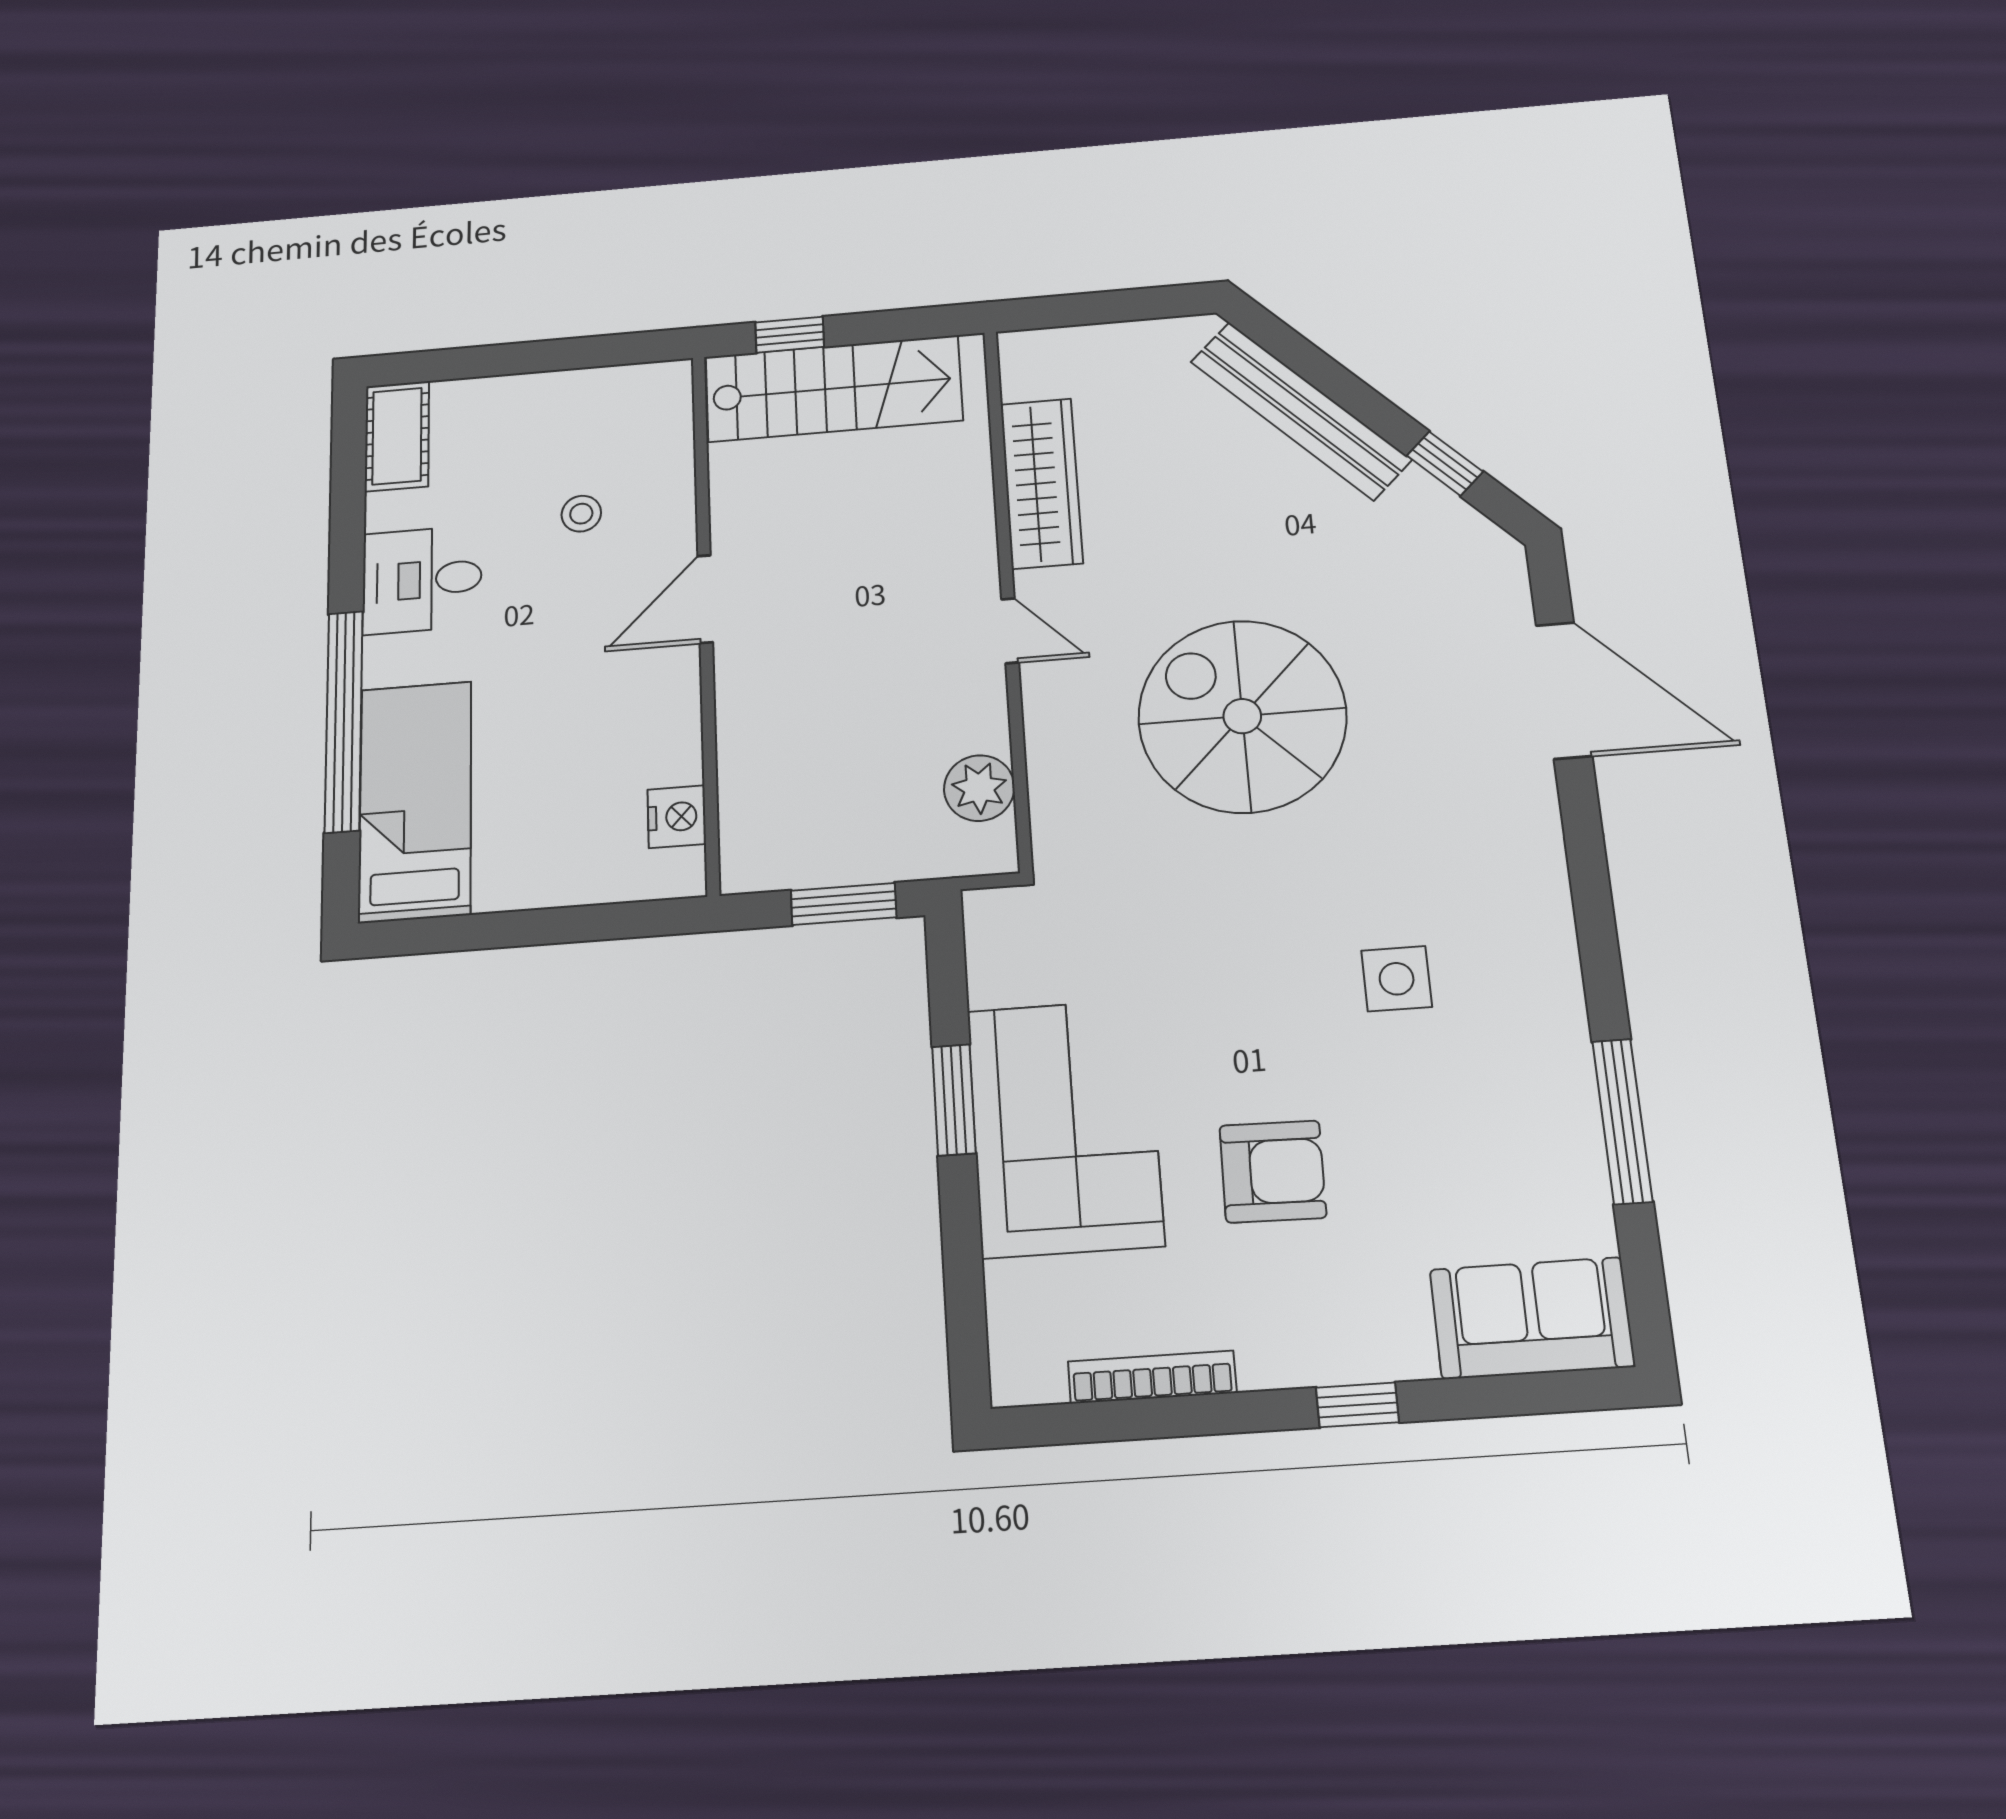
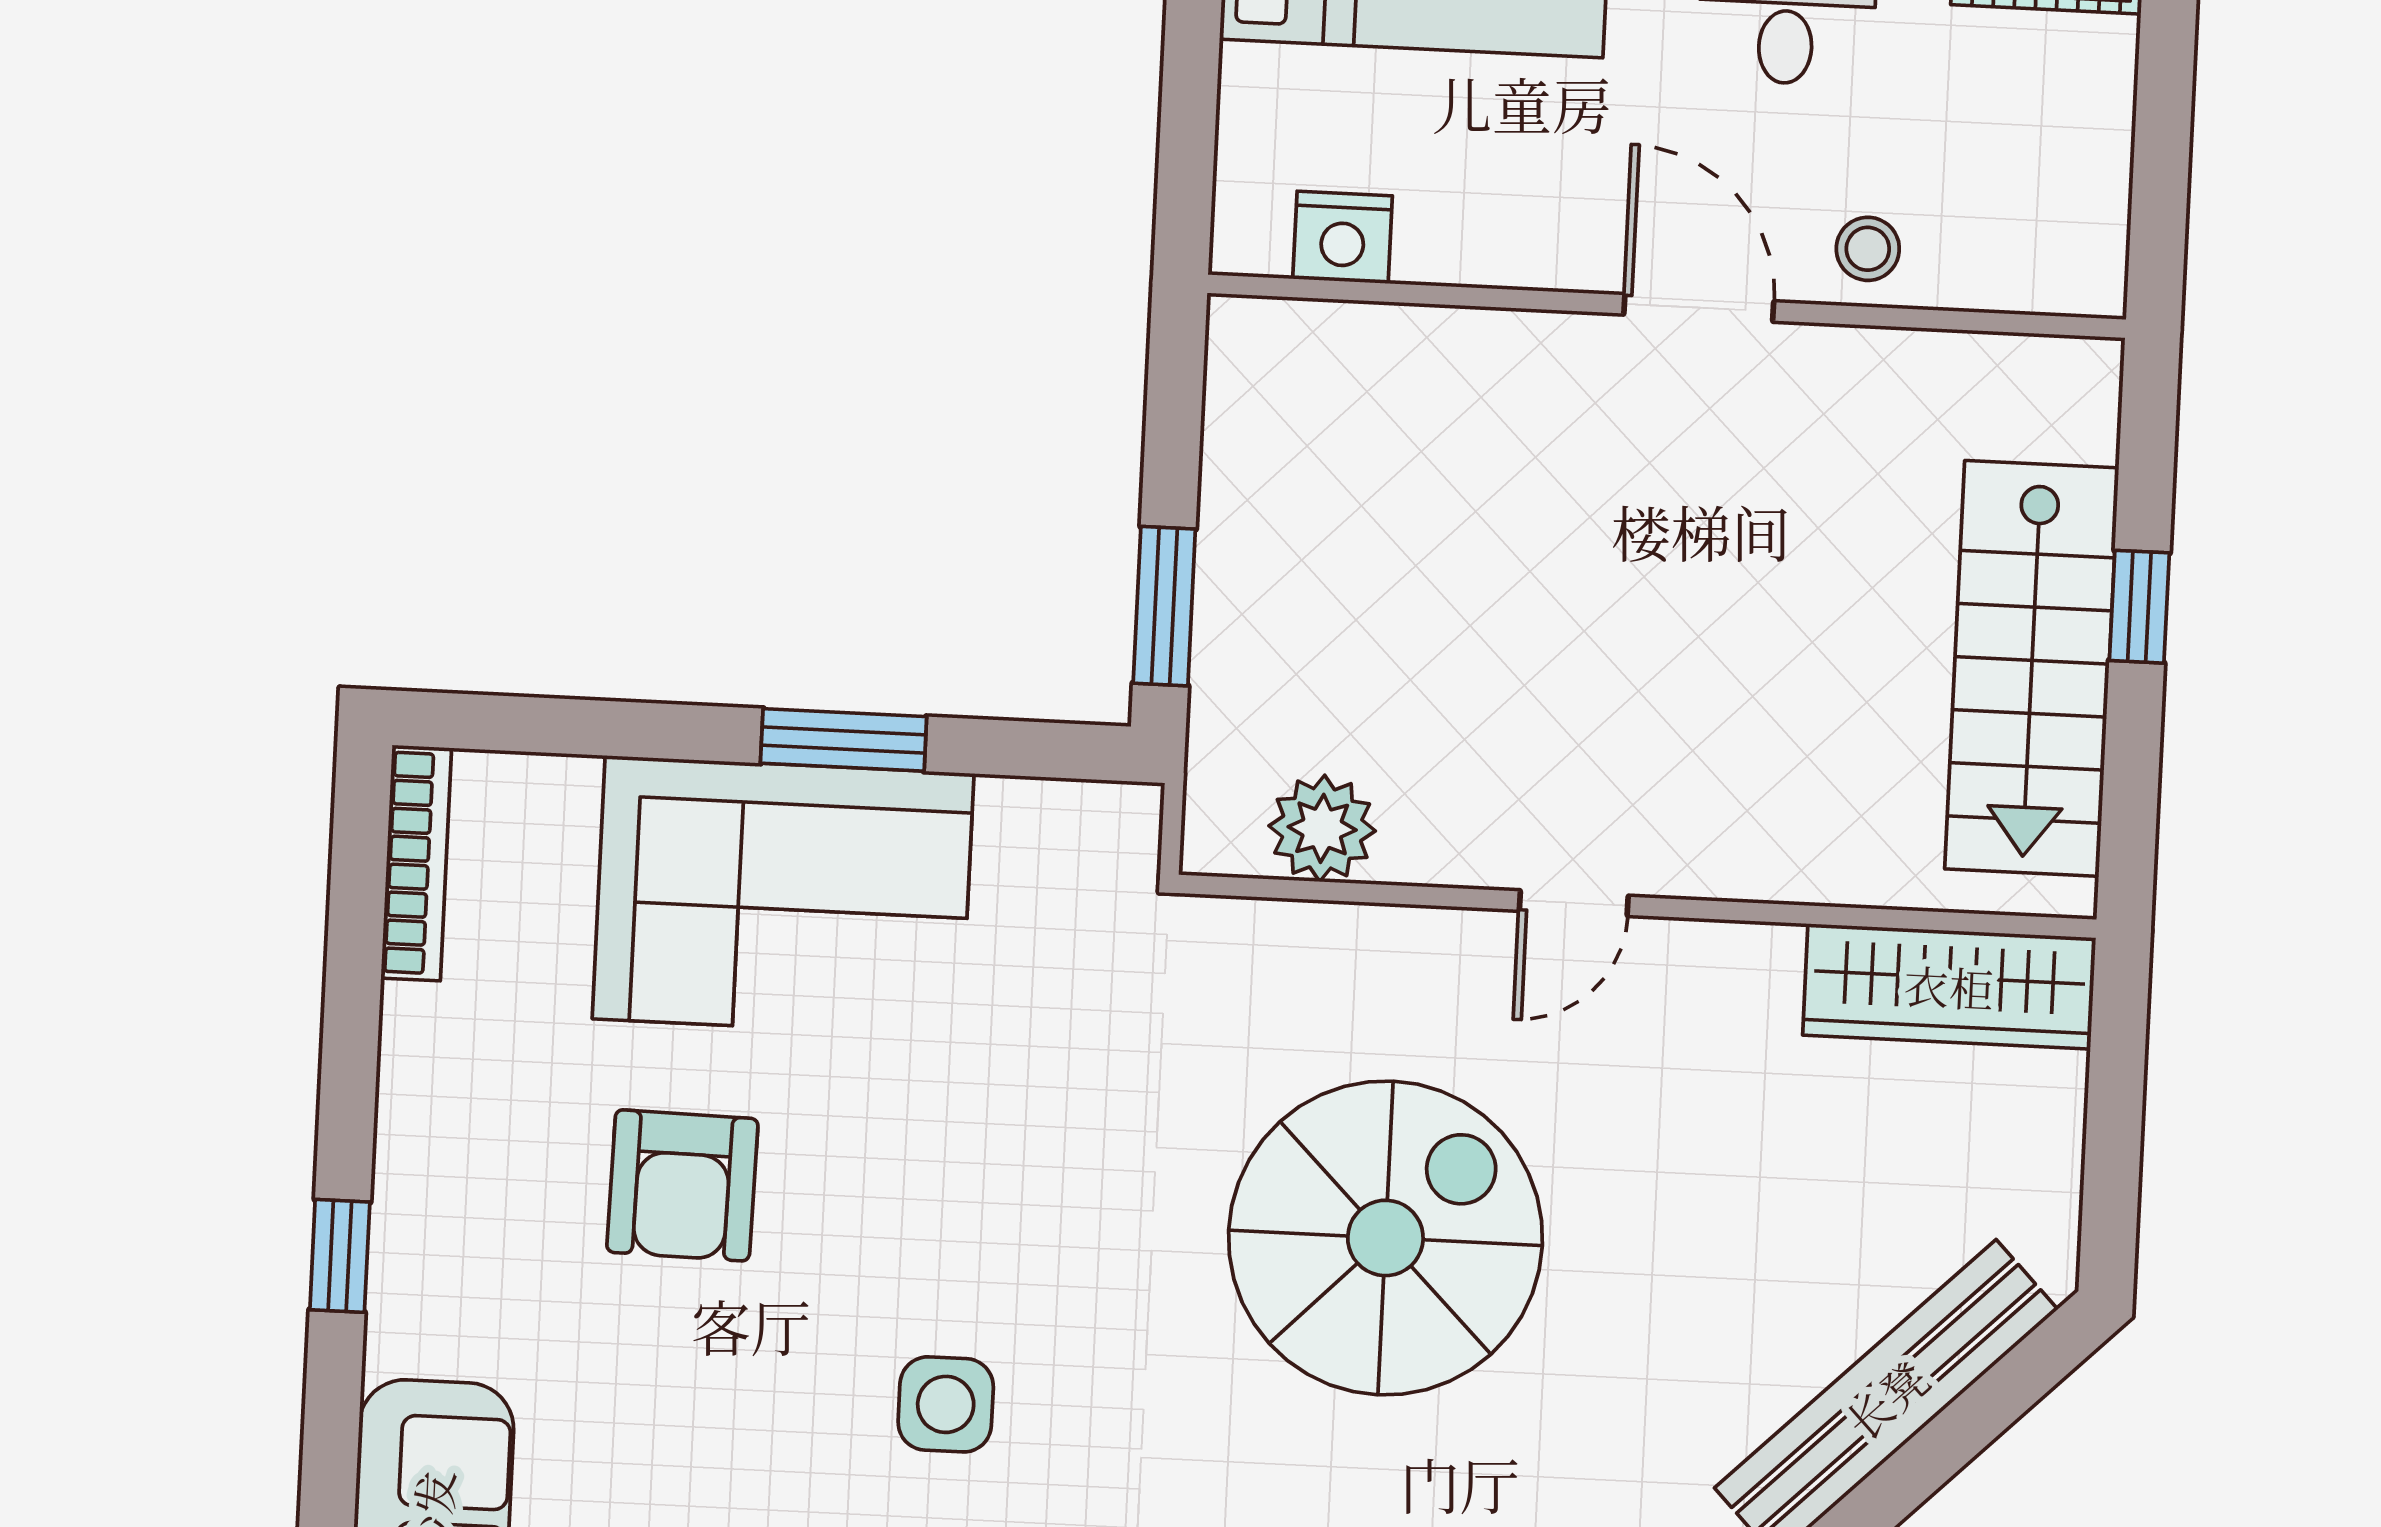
wardrobe: (1042, 483) -> (1949, 986), moved
door: (705, 599) -> (1699, 308), moved
wall: (706, 618) -> (1667, 306), moved
nightstand: (677, 817) -> (1343, 237), moved
bookcase: (1152, 1377) -> (416, 863), moved

